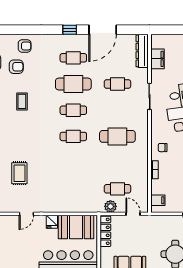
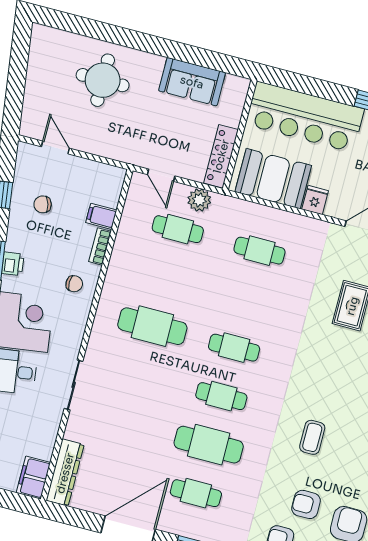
filing cabinet: (157, 59) -> (33, 478), moved
cafe table: (117, 84) -> (260, 251), moved
filing cabinet: (158, 200) -> (101, 216), moved

